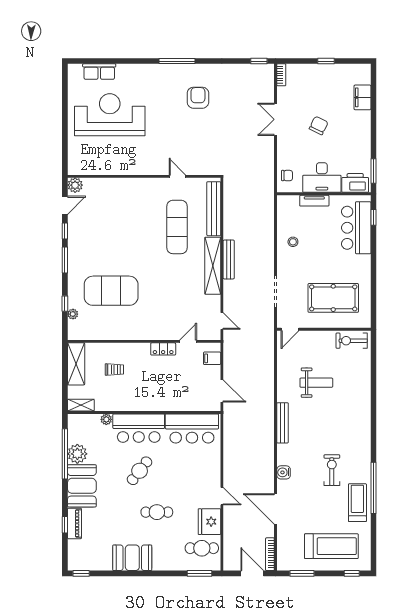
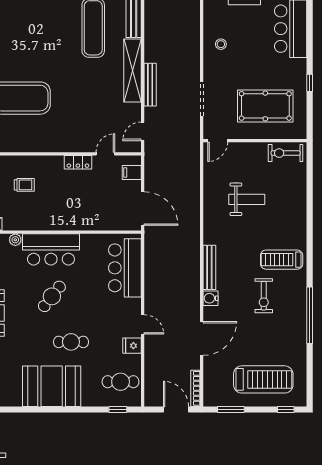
window: (373, 217) -> (310, 83), moved
bench: (229, 259) -> (150, 85), moved
door: (222, 321) -> (143, 131), swing flipped
door: (222, 391) -> (143, 208), width x1.36
bench: (283, 423) -> (209, 267), moved
bar counter: (192, 429) -> (125, 268), moved, turned 90
exercise bike: (332, 470) -> (264, 296), turned 180
treadmill: (357, 503) -> (282, 260), moved, turned -90
door: (276, 509) -> (202, 338), swing flipped
fridge: (209, 522) -> (132, 346), width x0.53, depth x0.75
booth: (132, 558) -> (52, 386), width x1.36, depth x1.42
window: (199, 573) -> (118, 410), width x0.67

